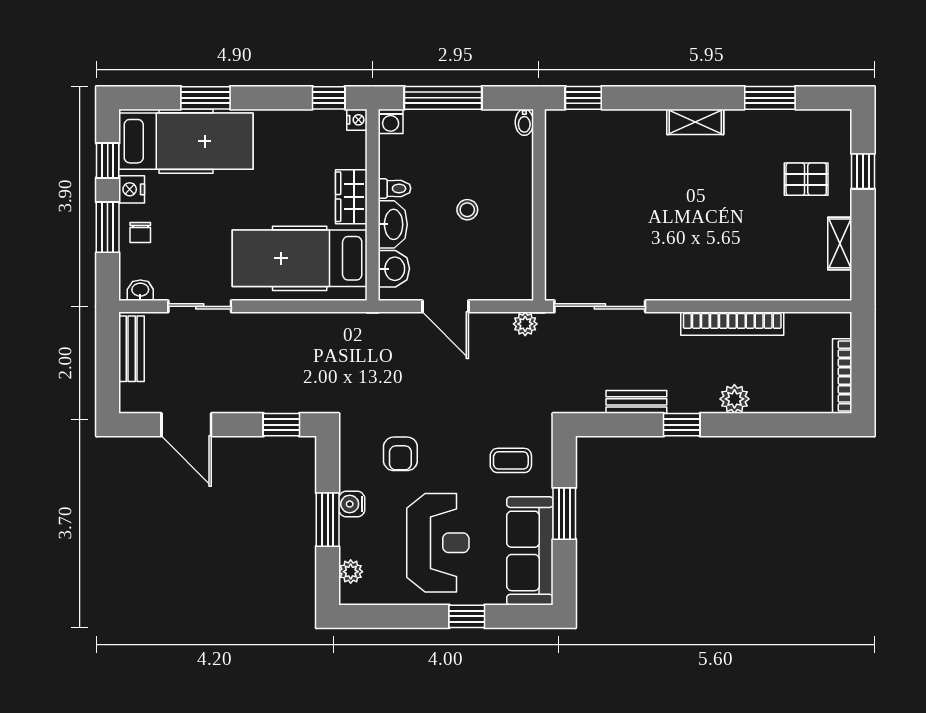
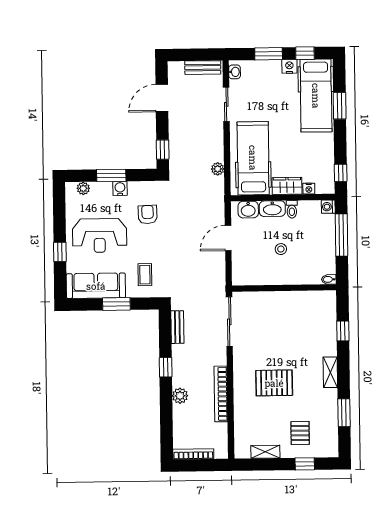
window: (583, 98) -> (343, 331), moved
nightstand: (357, 120) -> (309, 189), moved
pallet: (713, 225) -> (274, 383), added
chair: (140, 233) -> (266, 71), removed
plant: (525, 324) -> (218, 169), moved
bench: (636, 402) -> (177, 327), moved
armchair: (400, 454) -> (148, 215), turned 88

